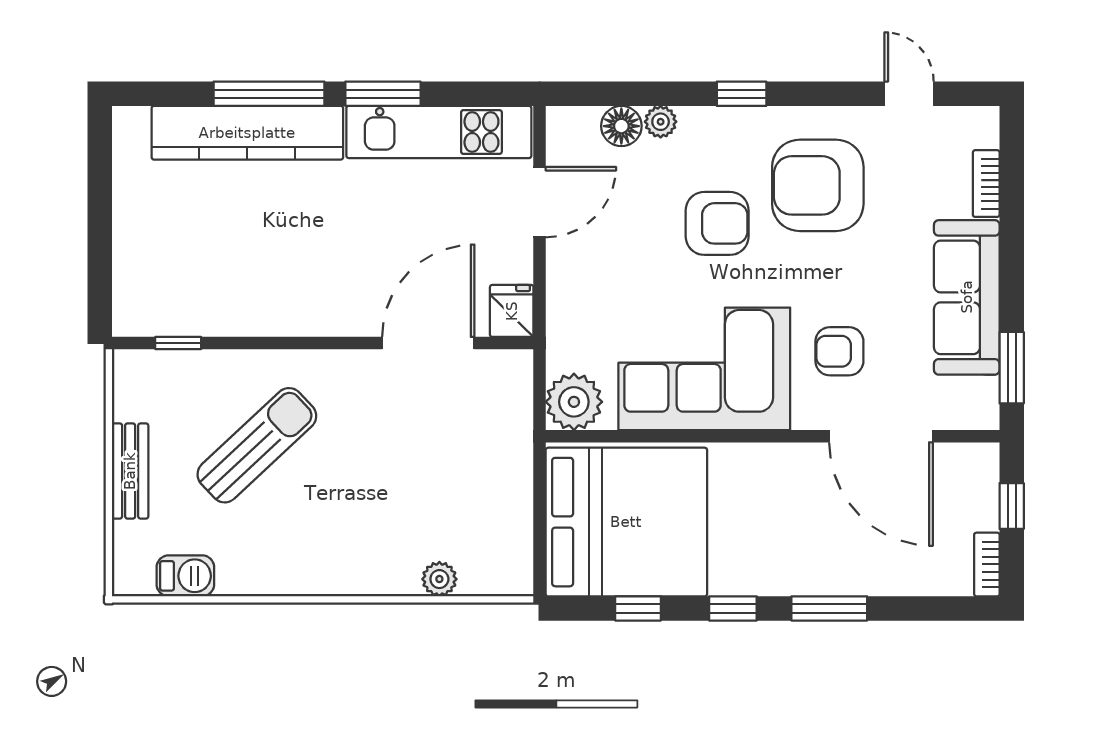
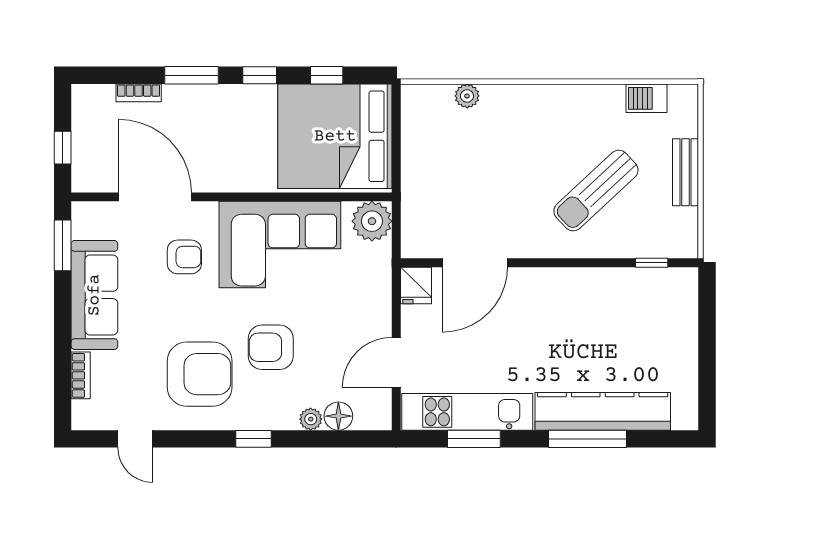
window: (383, 94) -> (474, 439), moved
bookcase: (987, 564) -> (139, 93), moved, turned 90

